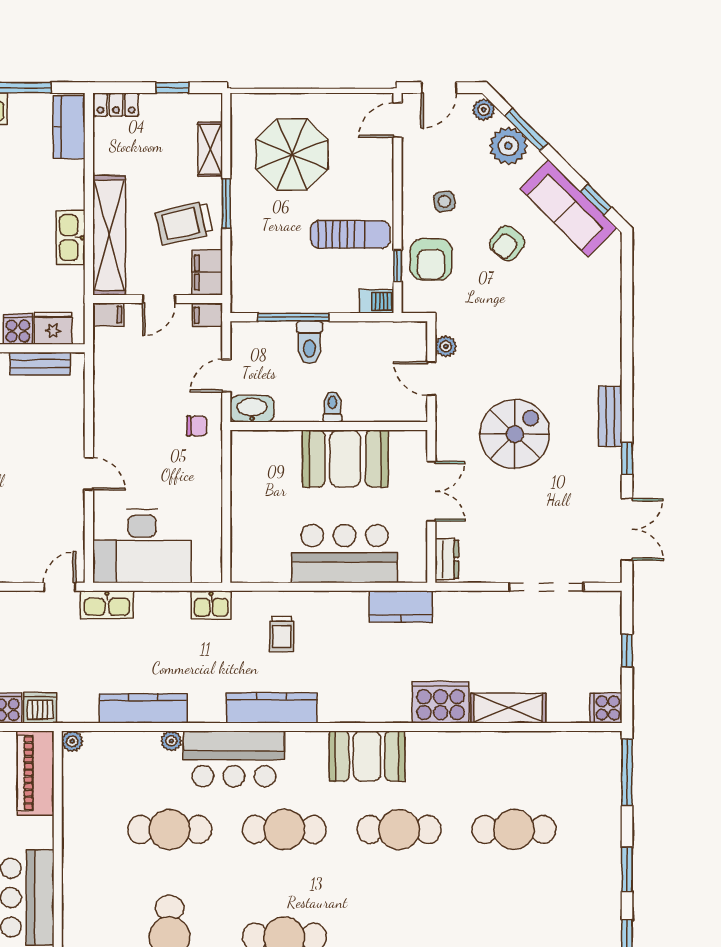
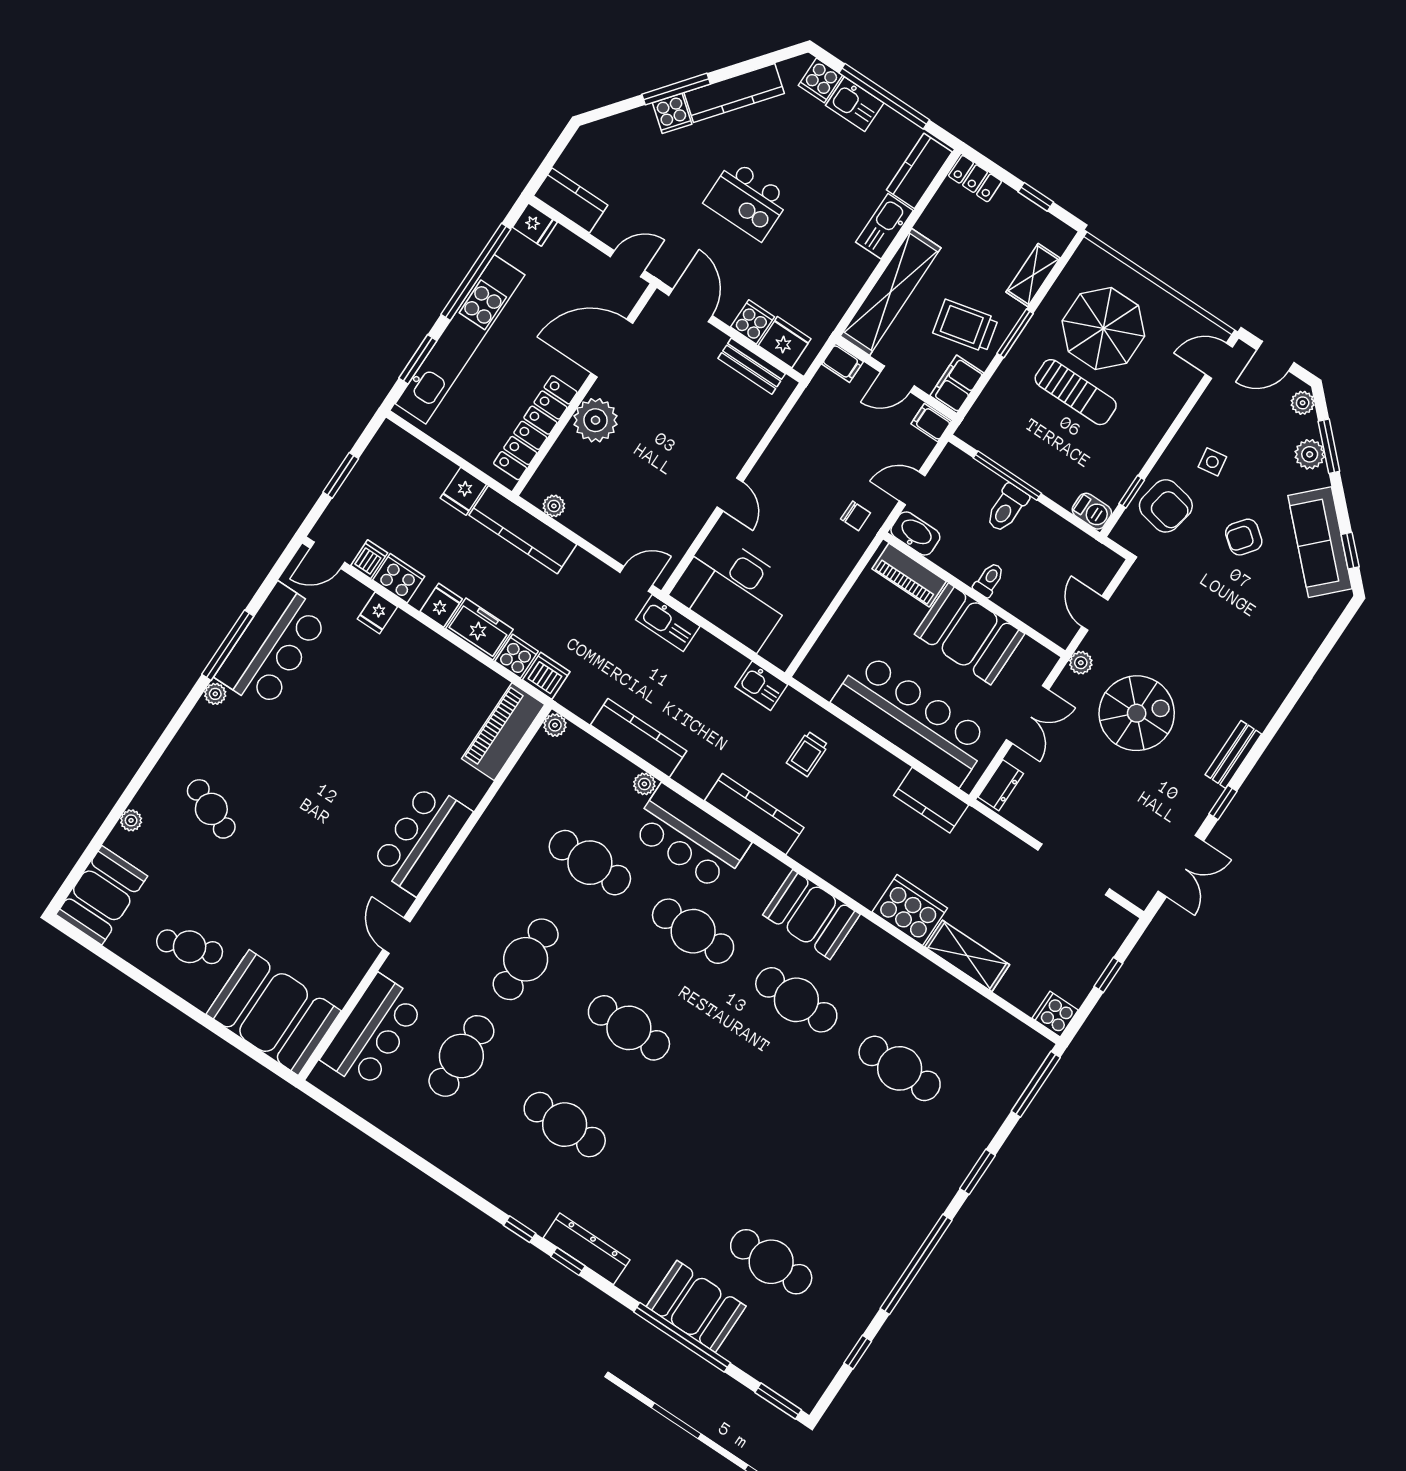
plant: (508, 146) -> (1310, 454), width x0.73, depth x0.73
sun lounger: (350, 234) -> (1076, 392), moved
kitchen sink: (71, 238) -> (884, 226), moved
armchair: (431, 259) -> (1166, 506), turned -79
plant: (446, 346) -> (1081, 663), moved
piano: (269, 444) -> (909, 575), added
bar counter: (345, 554) -> (912, 719), width x1.36

